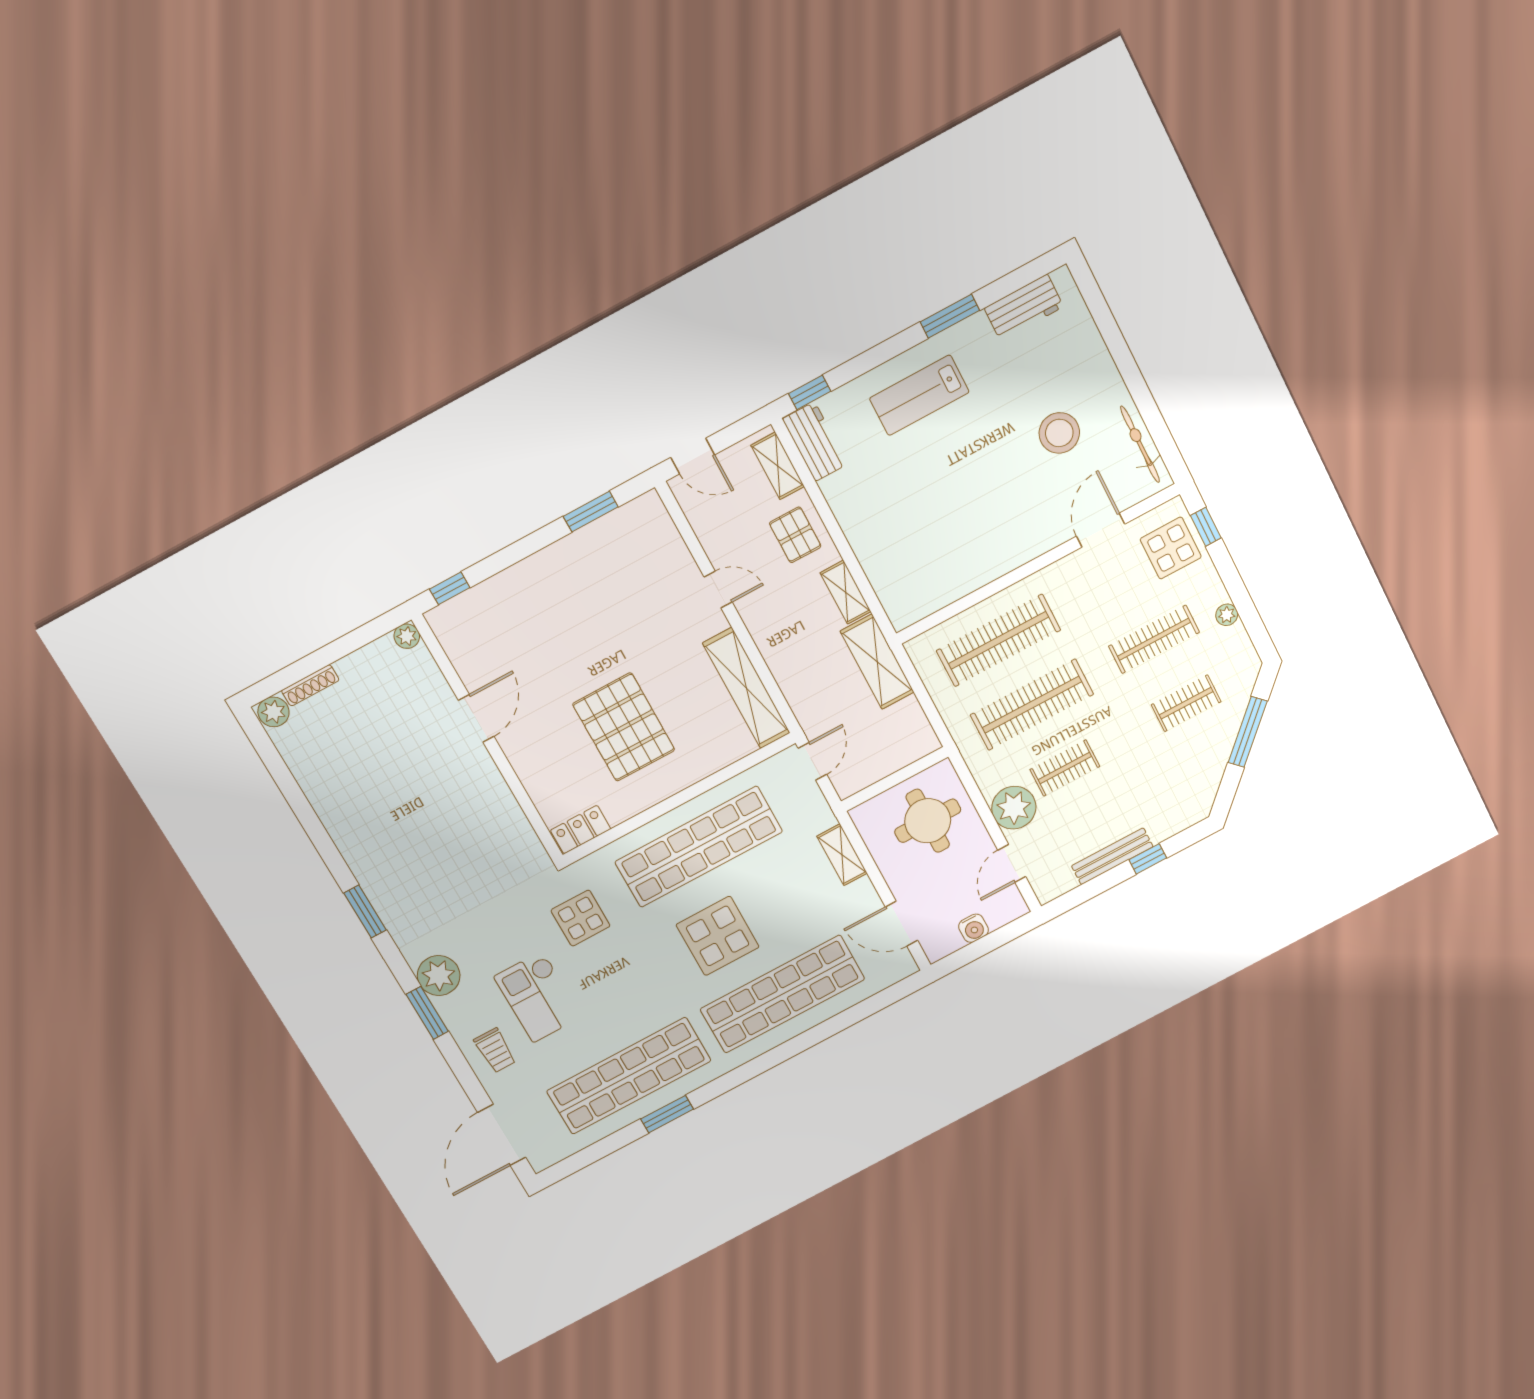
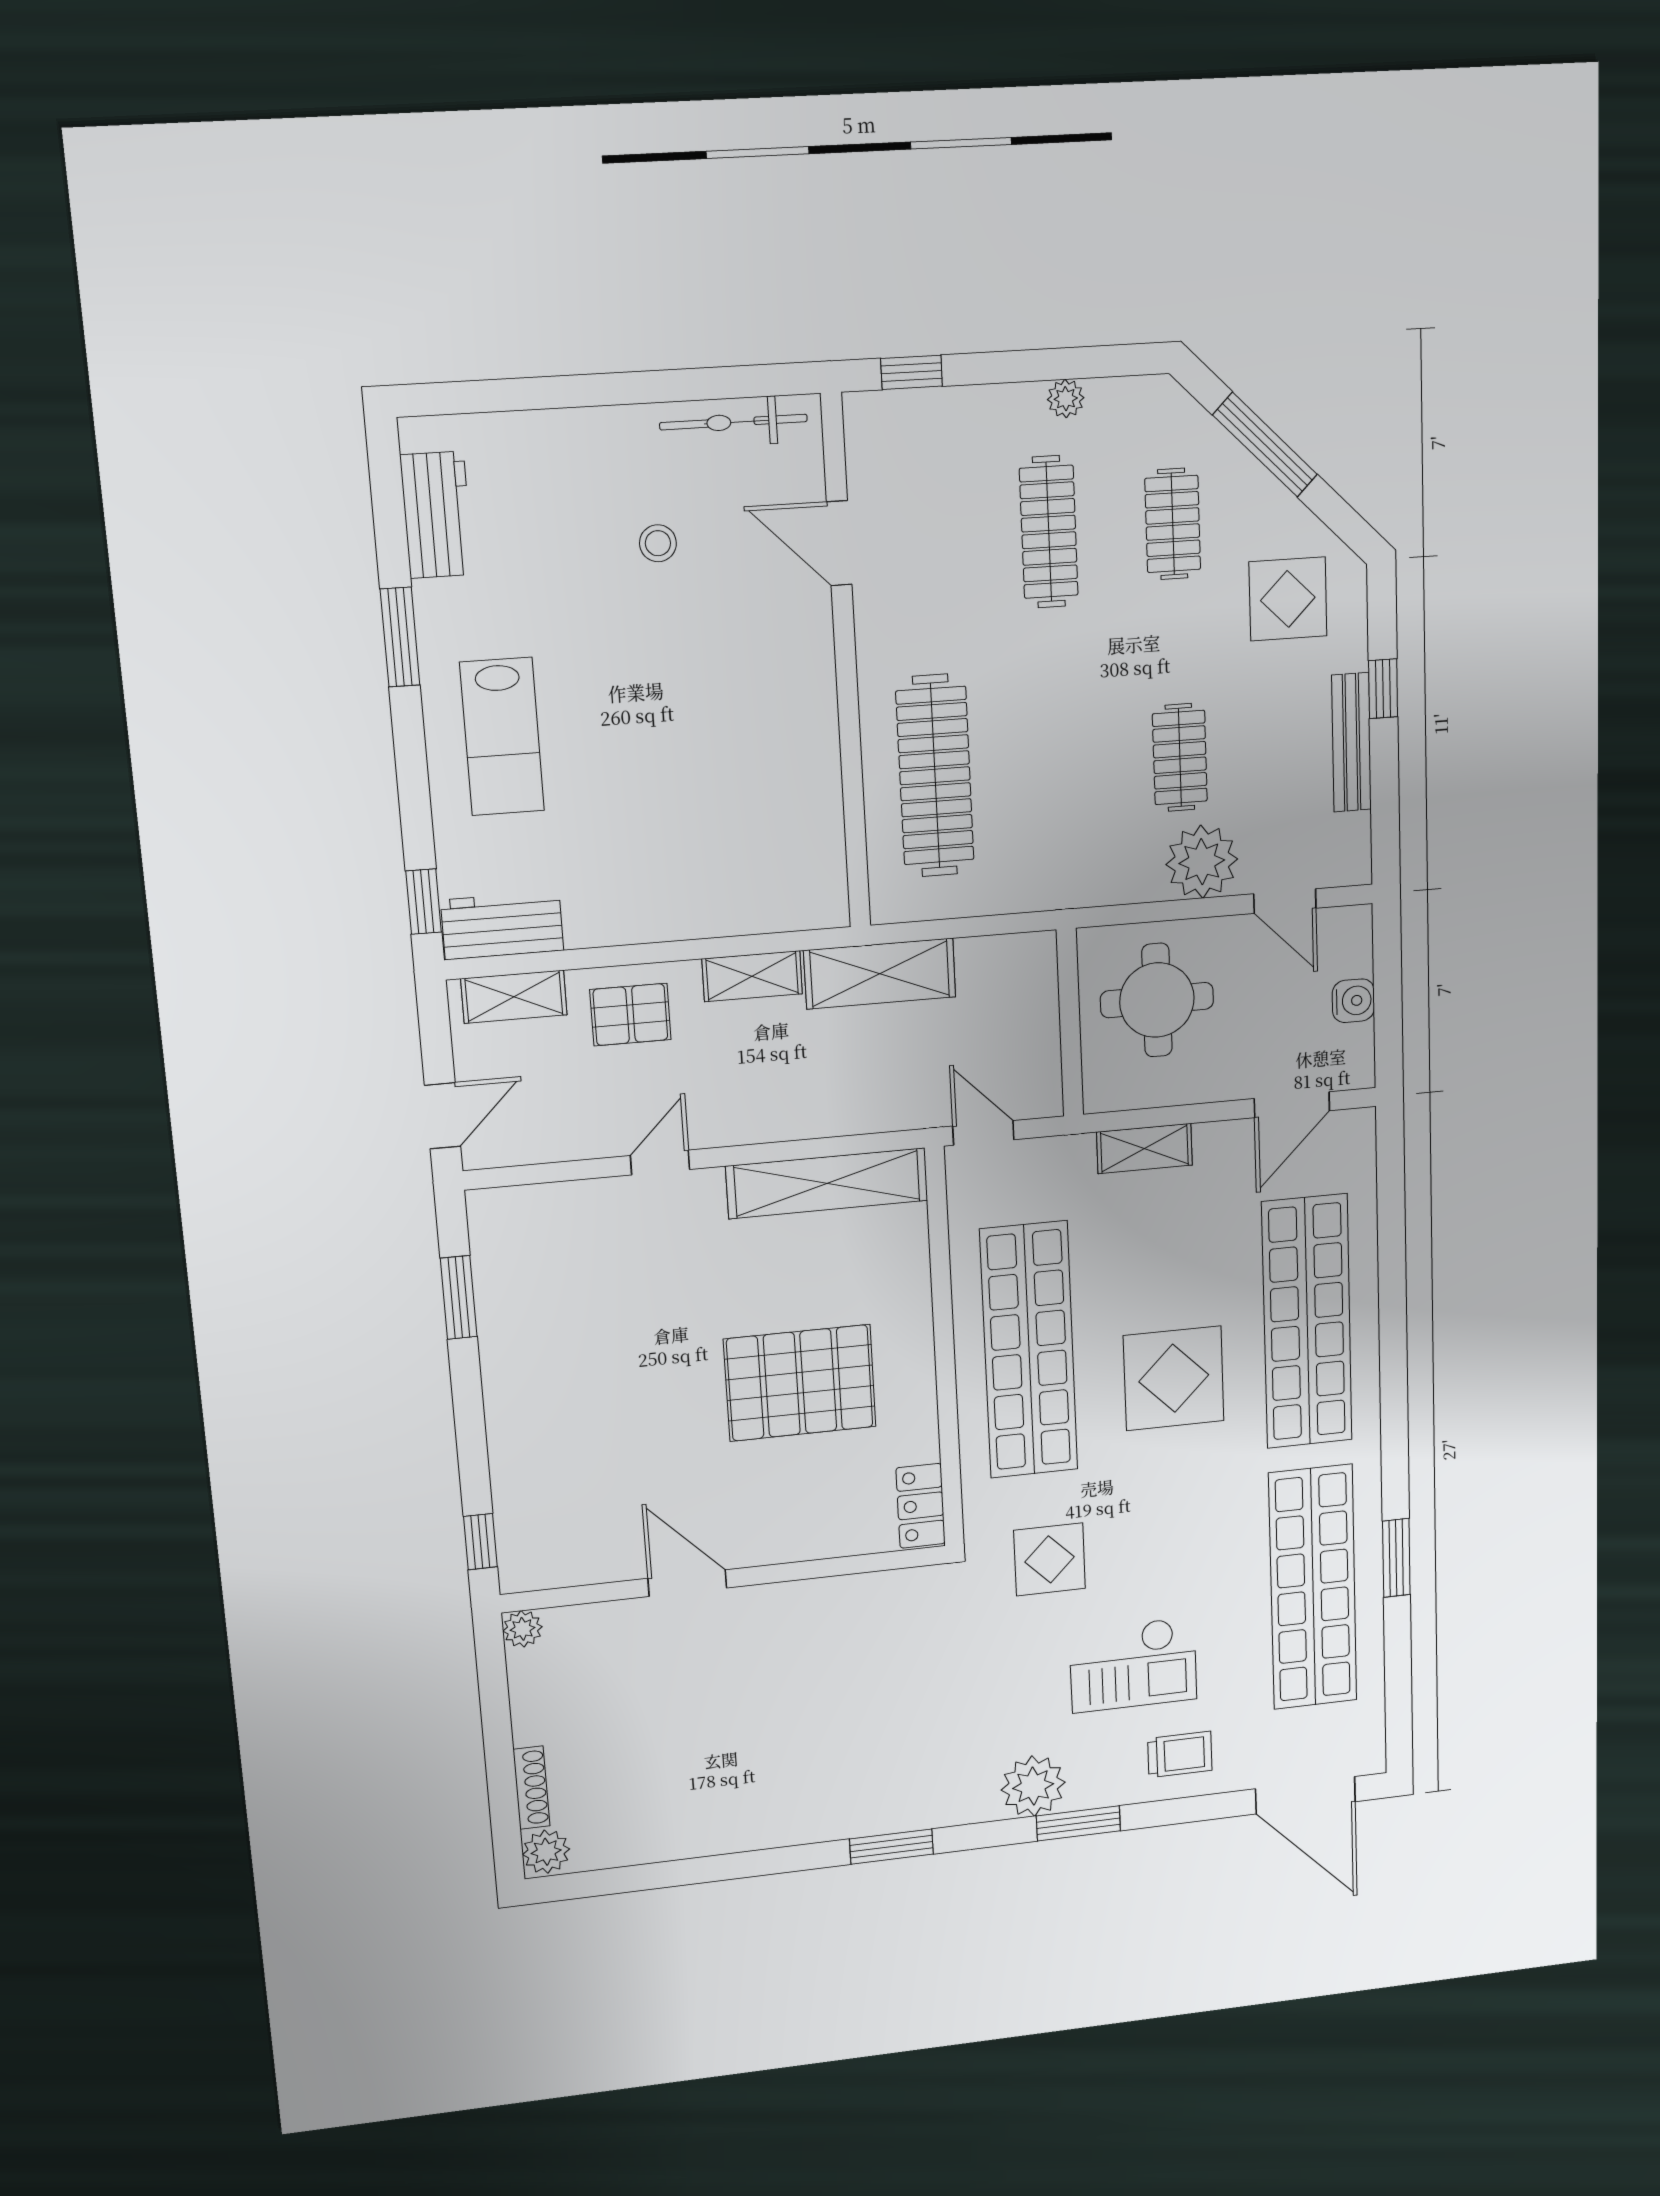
stool: (1059, 433) -> (658, 543), width x0.53, depth x0.53
display table: (1171, 548) -> (1288, 599), moved
clothes rail: (1032, 705) -> (1058, 767), removed

